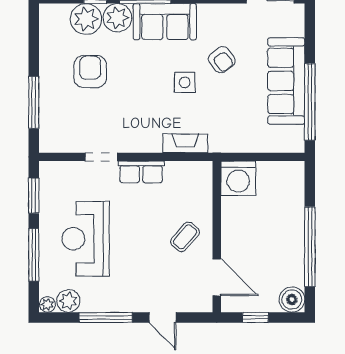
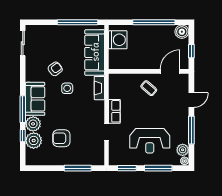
sofa: (286, 81) -> (95, 52), moved, turned 90
washing machine: (238, 178) -> (118, 40), moved

